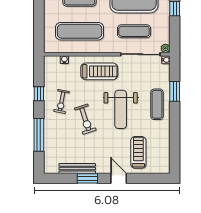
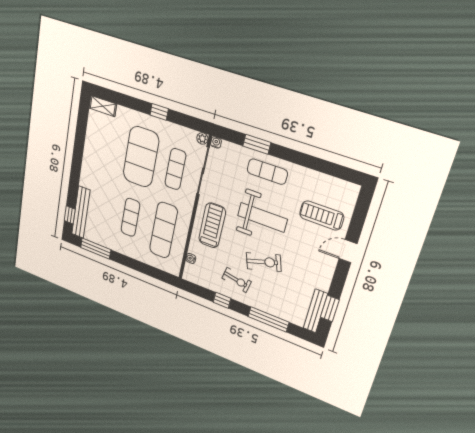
bench: (77, 169) -> (315, 311), moved
window: (87, 178) -> (330, 308), moved

